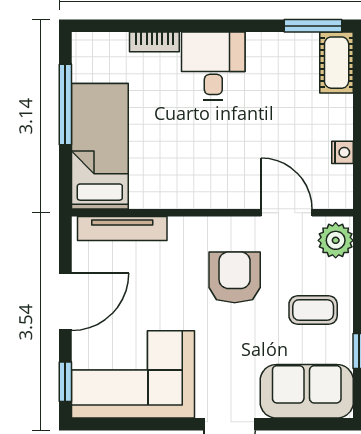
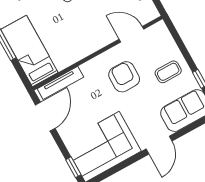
plant: (336, 240) -> (161, 34), removed
door: (65, 302) -> (45, 117), moved

